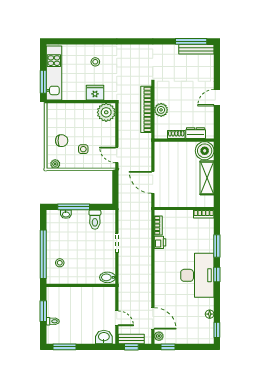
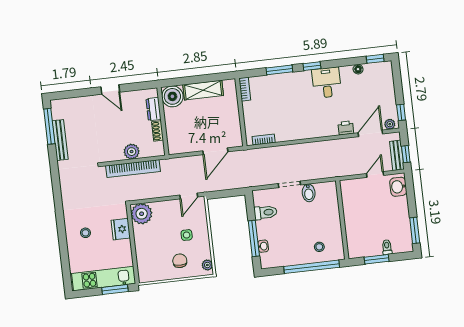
bench: (196, 49) -> (60, 140), moved
printer: (160, 242) -> (346, 128), moved
desk: (197, 275) -> (327, 83), width x0.53, depth x0.77
bidet: (108, 277) -> (309, 193), moved

